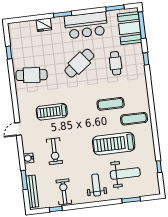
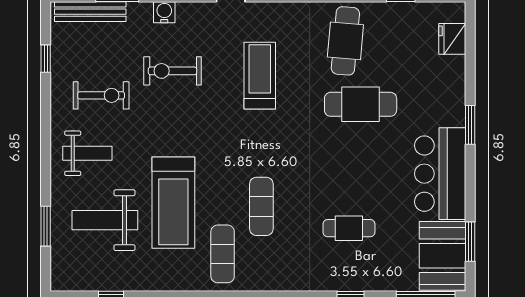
fridge: (44, 25) -> (452, 39), moved
booth: (130, 28) -> (443, 256), moved, turned 90
cafe table: (79, 63) -> (361, 104), moved, turned -53
treadmill: (114, 144) -> (173, 203), turned 180
weight bench: (125, 174) -> (105, 220), turned 90
exercise bike: (64, 192) -> (101, 95), moved

